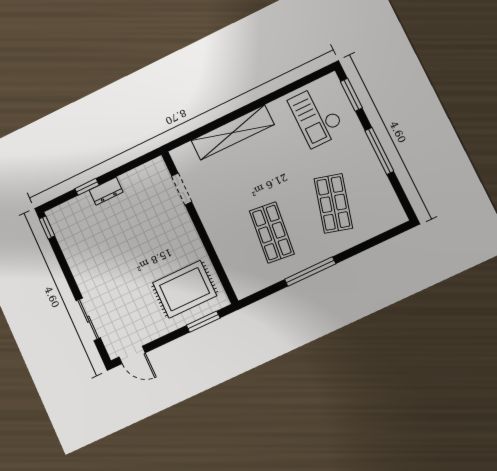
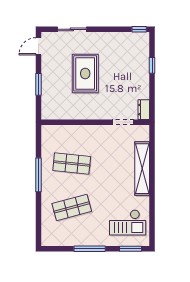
checkout: (316, 116) -> (128, 222), turned 180
dresser: (106, 191) -> (144, 110), moved
shop shelf: (333, 203) -> (72, 207), turned -30
rug: (185, 289) -> (85, 73), moved
window: (203, 322) -> (38, 84), moved

